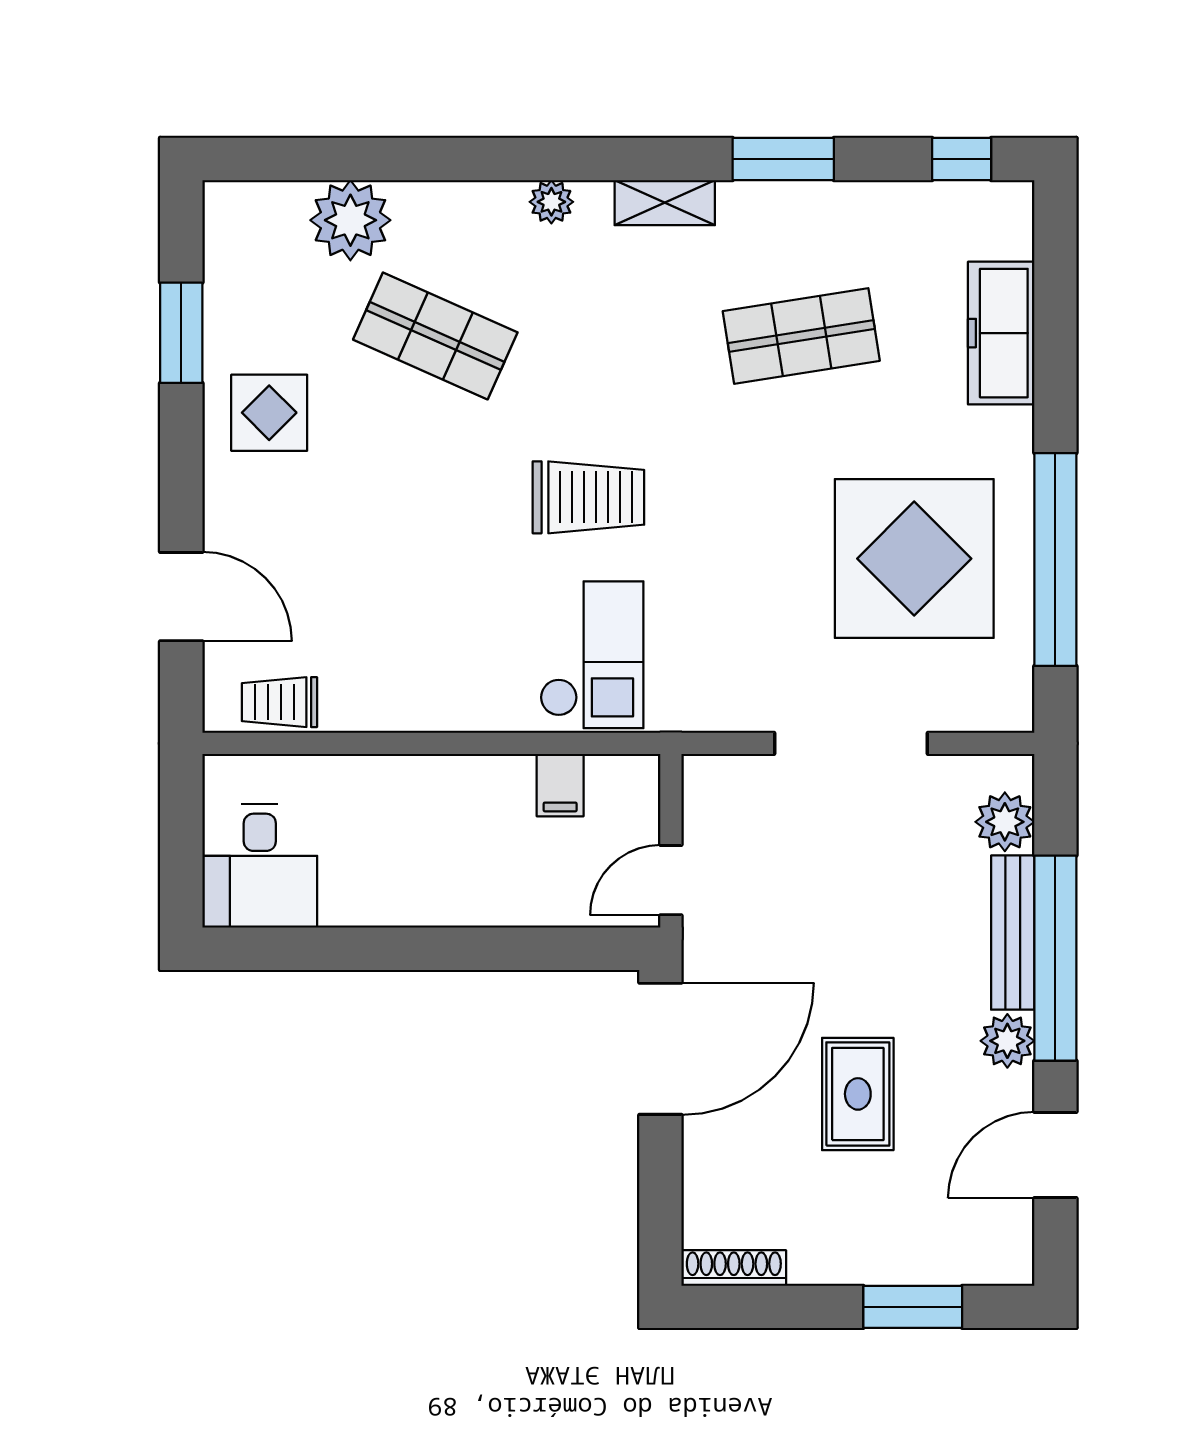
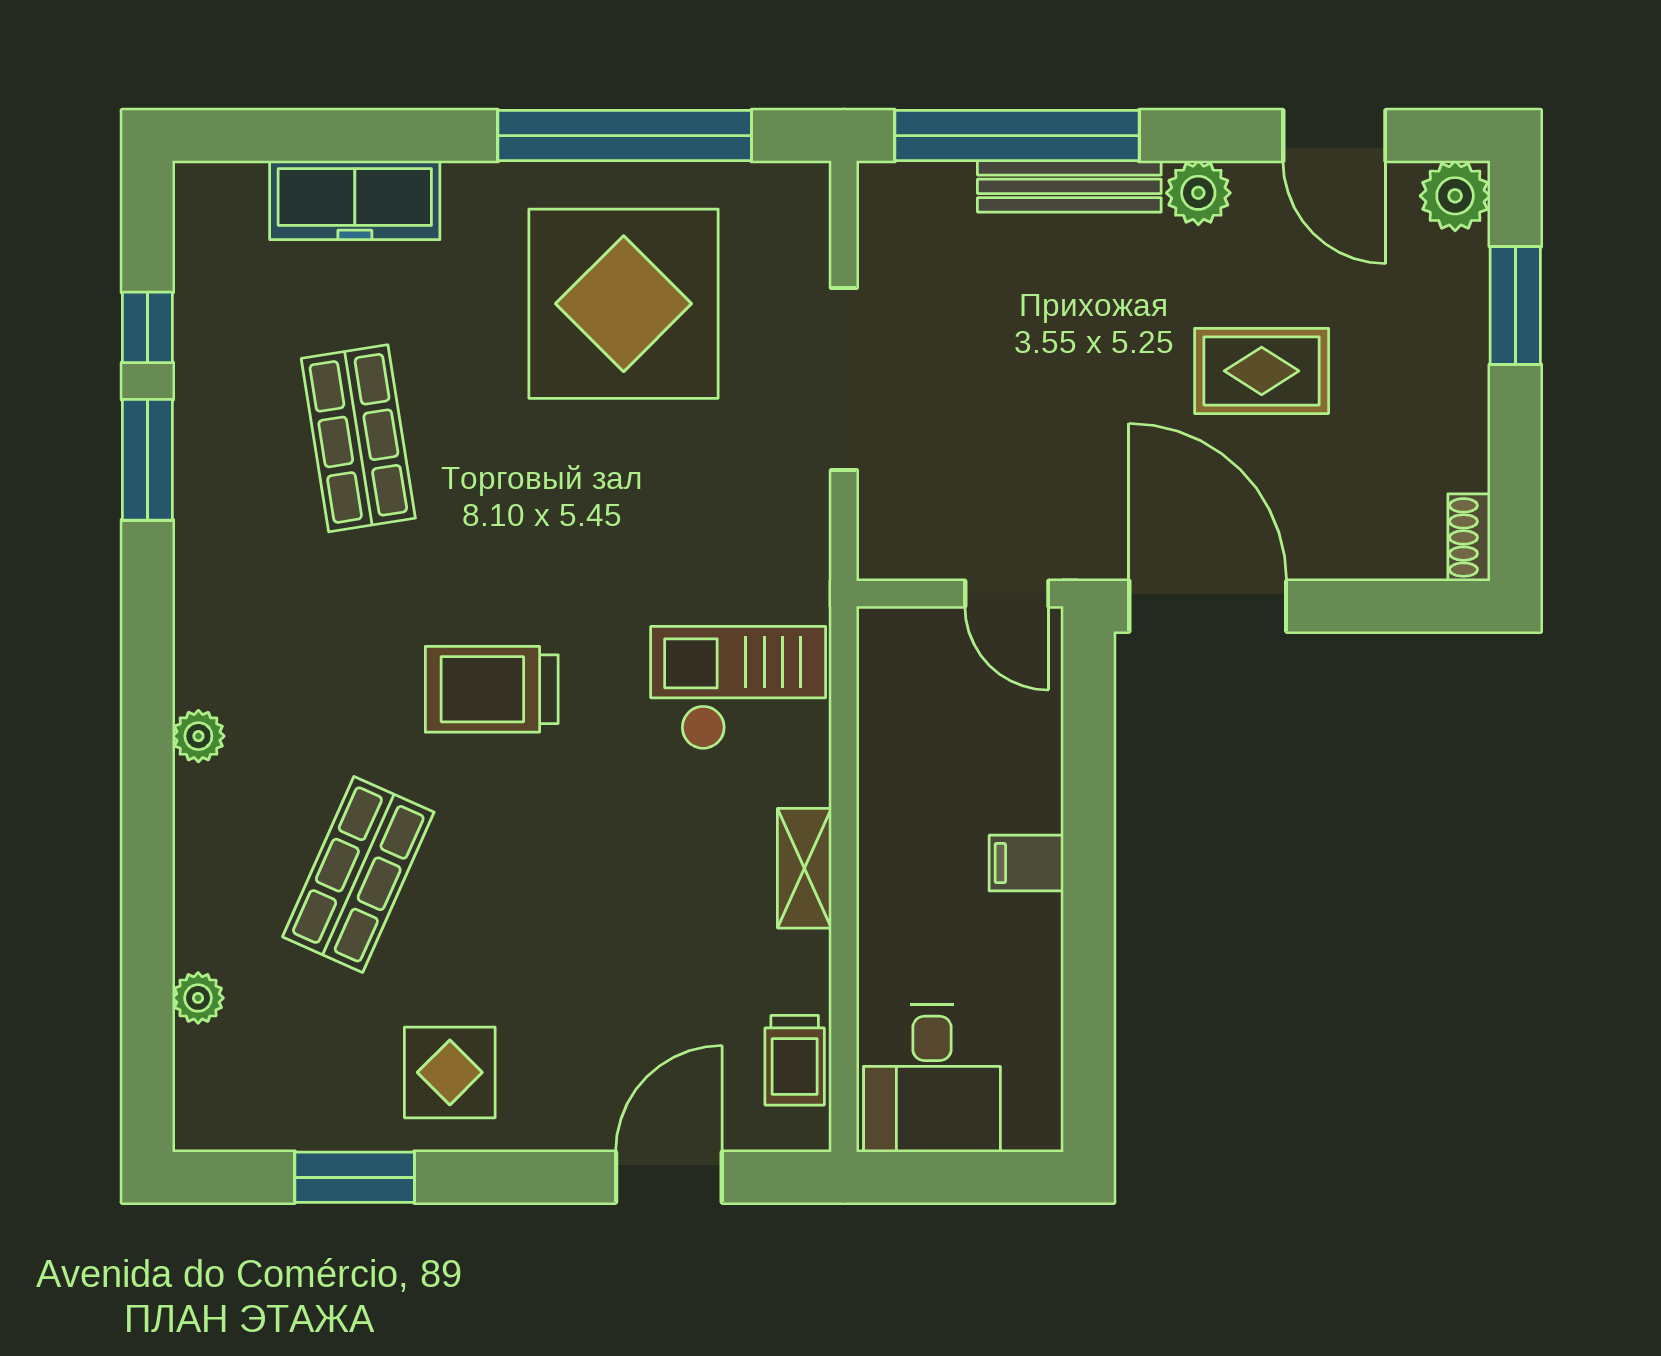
window: (962, 159) -> (147, 327), moved
shelving: (665, 203) -> (804, 868), moved
plant: (350, 220) -> (198, 998), width x0.53, depth x0.53
trolley: (588, 497) -> (492, 689), moved, turned -90
filing cabinet: (560, 785) -> (1026, 863), moved, turned 180
plant: (1005, 822) -> (1455, 196), moved
desk: (260, 866) -> (932, 1078), moved, turned 90
window: (1055, 958) -> (1017, 136), moved
shoe rack: (734, 1268) -> (1469, 537), width x0.70

